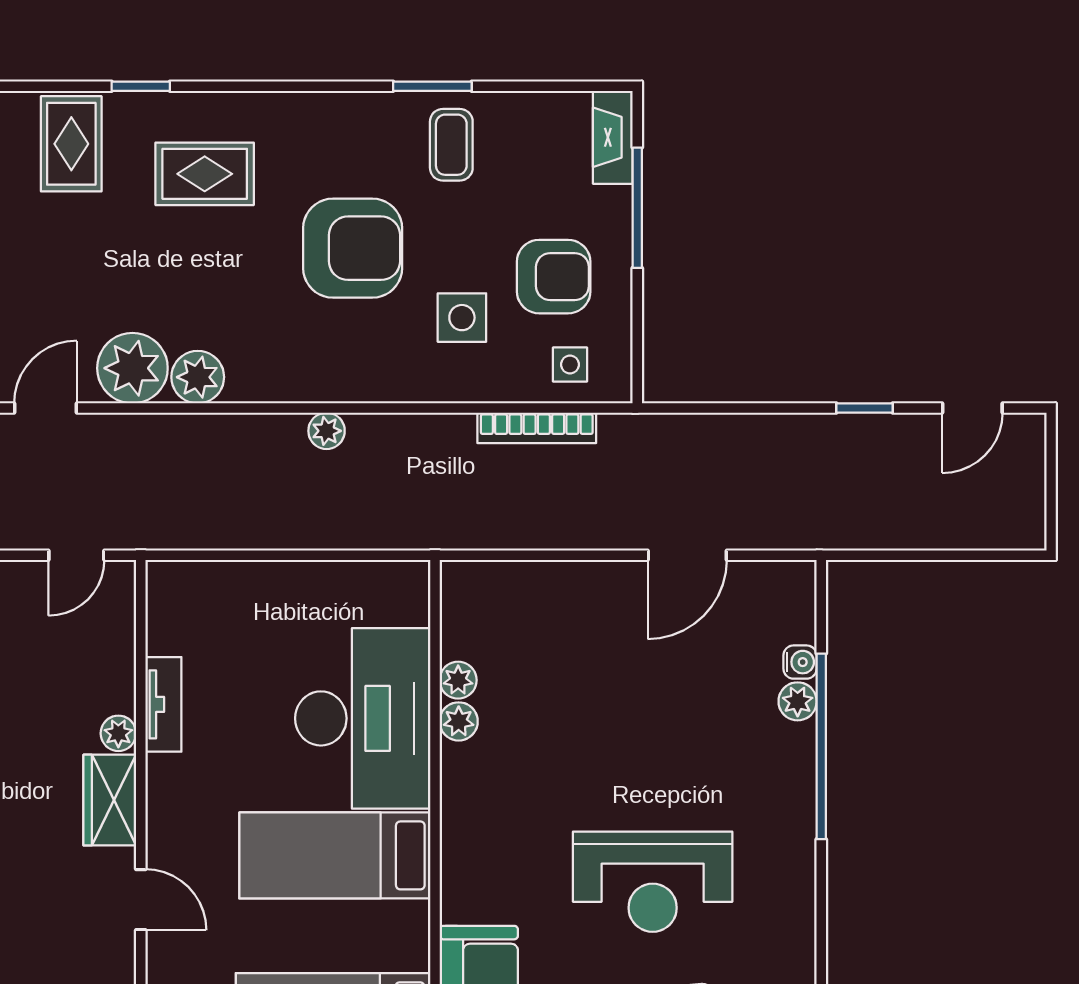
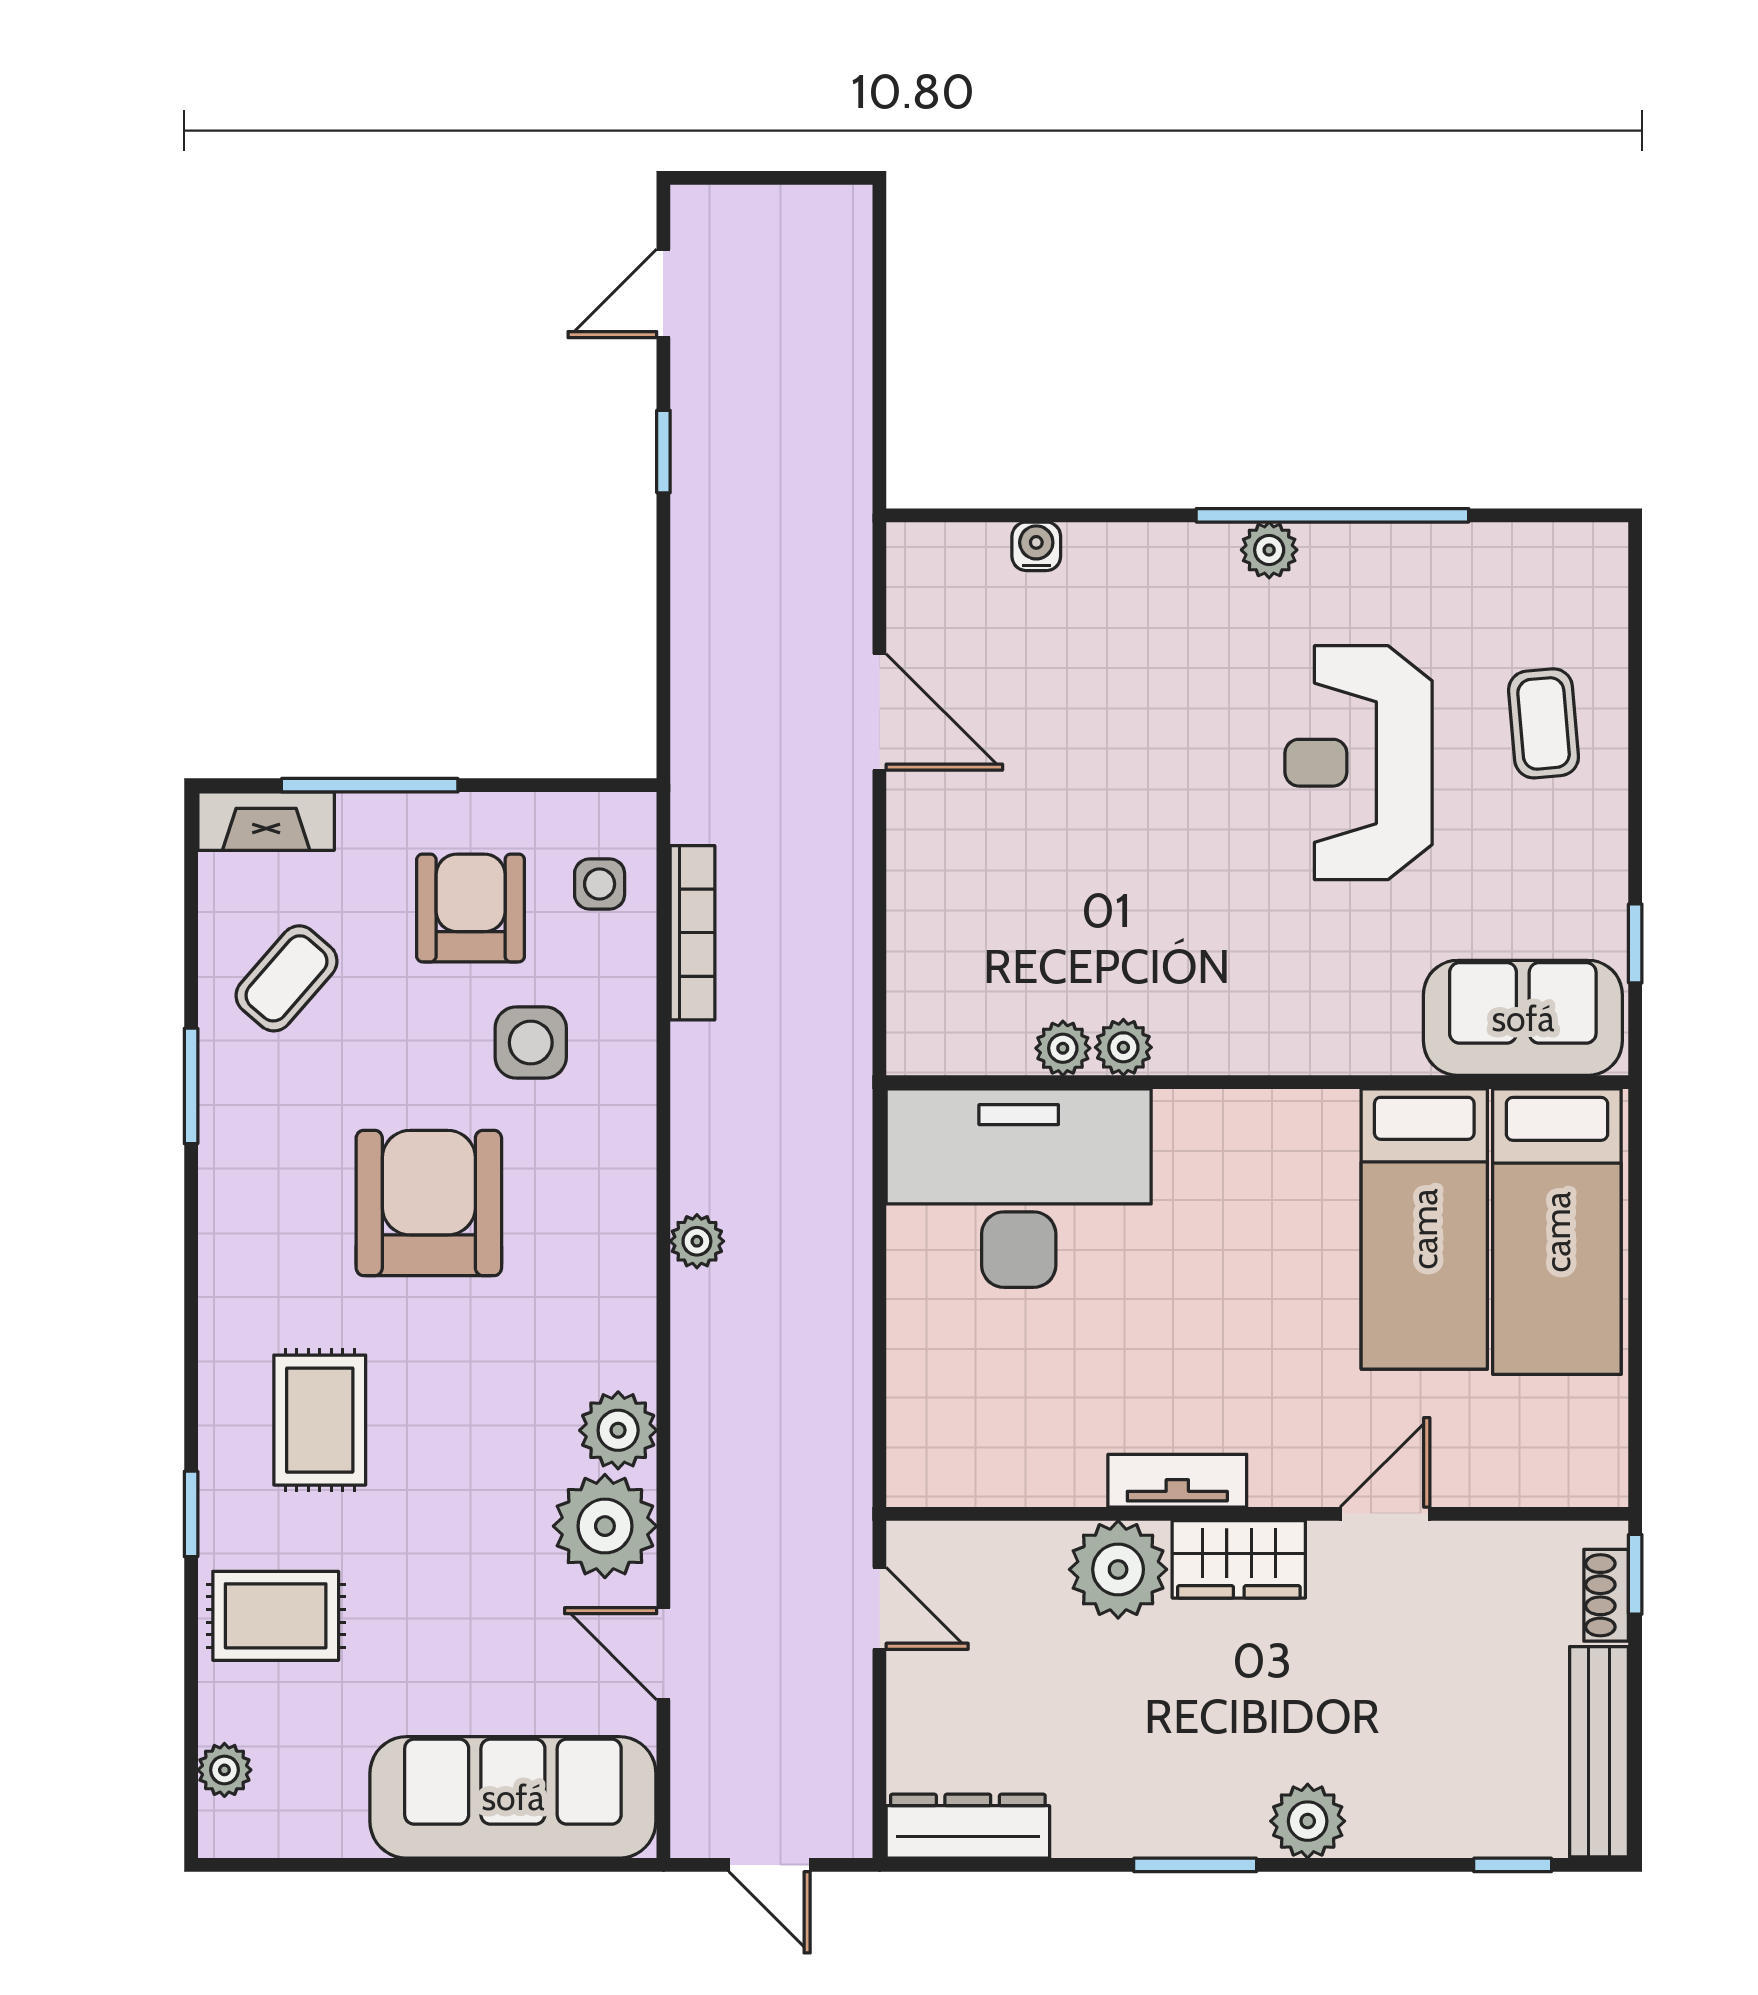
coffee table: (451, 145) -> (287, 978), moved, turned -49
door: (972, 408) -> (663, 293), swing flipped
plant: (798, 701) -> (1269, 550), moved
tv unit: (163, 704) -> (1177, 1481), moved
desk: (363, 718) -> (1019, 1188), moved
plant: (118, 733) -> (1118, 1569), width x1.87, depth x1.87
window: (821, 746) -> (1332, 515), moved
bed: (335, 855) -> (1424, 1229), moved
reception desk: (653, 882) -> (1359, 763), turned 180

